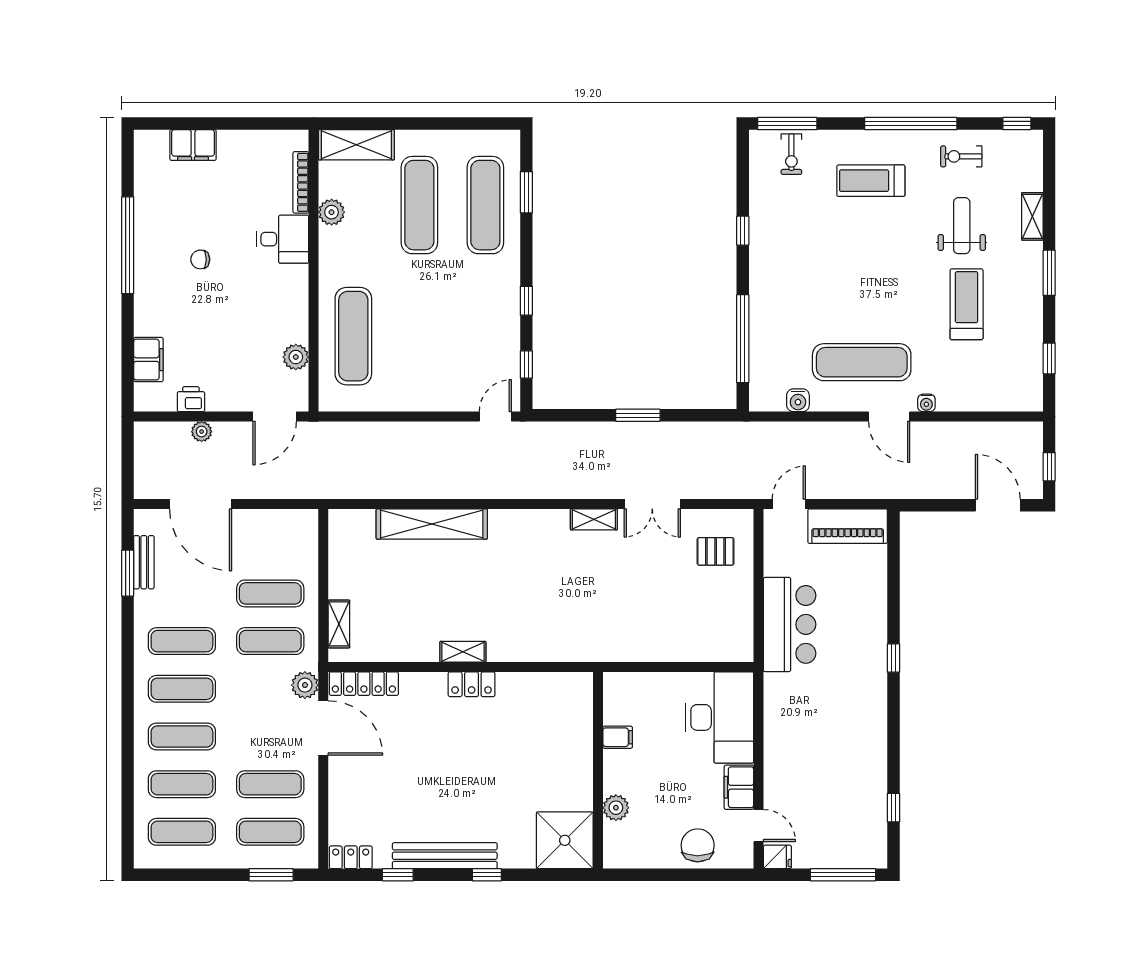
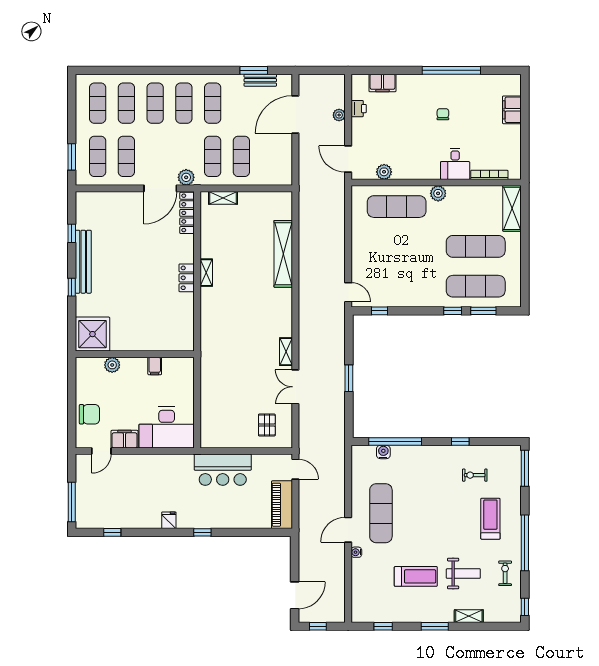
exercise bike: (791, 154) -> (475, 475), moved
plant: (332, 212) -> (438, 193), moved
window: (526, 301) -> (453, 311), moved
water cooler: (798, 400) -> (383, 452), moved, turned 90
locker: (351, 857) -> (82, 205), removed
fridge: (777, 857) -> (169, 520), moved, turned 180

